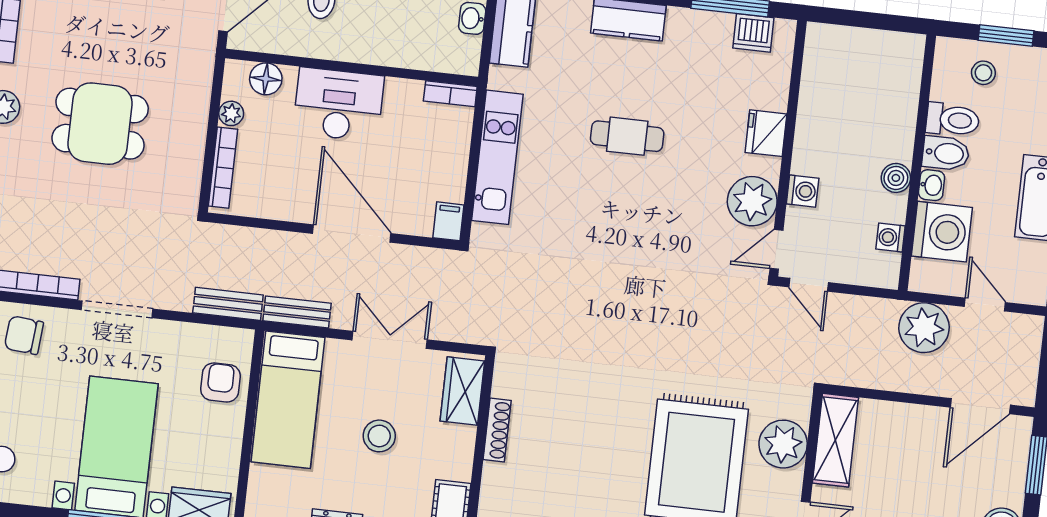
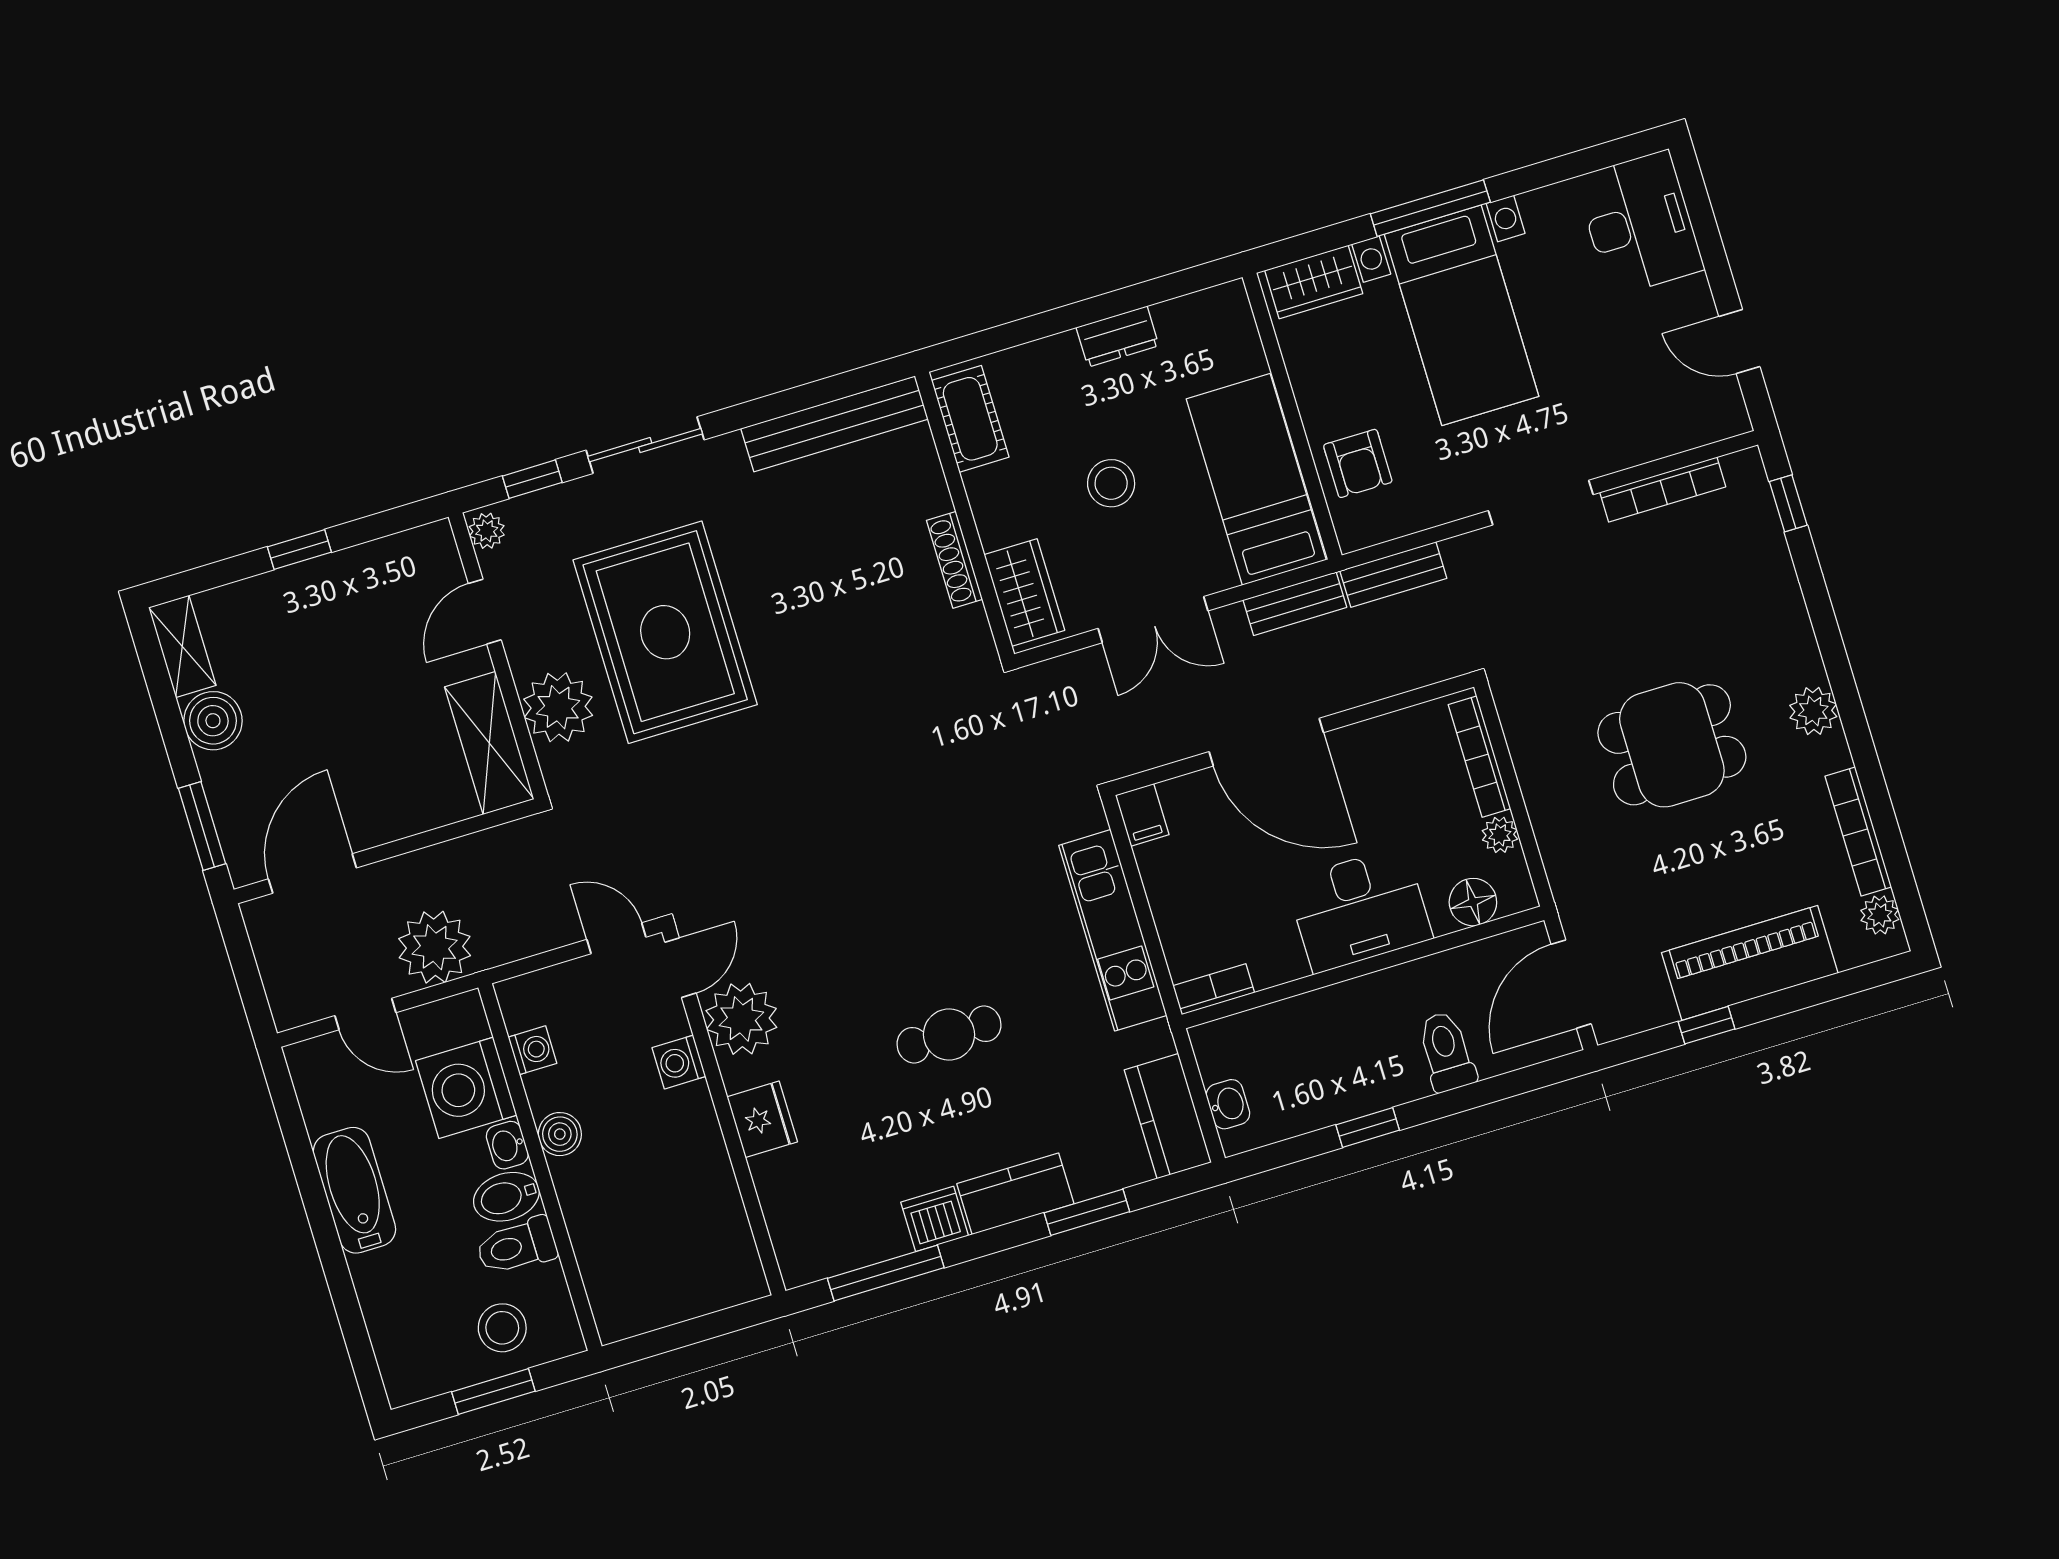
dishwasher: (753, 33) -> (935, 1219), moved
stool: (983, 73) -> (502, 1328), width x1.37, depth x1.37
chair: (24, 335) -> (1652, 413), removed

